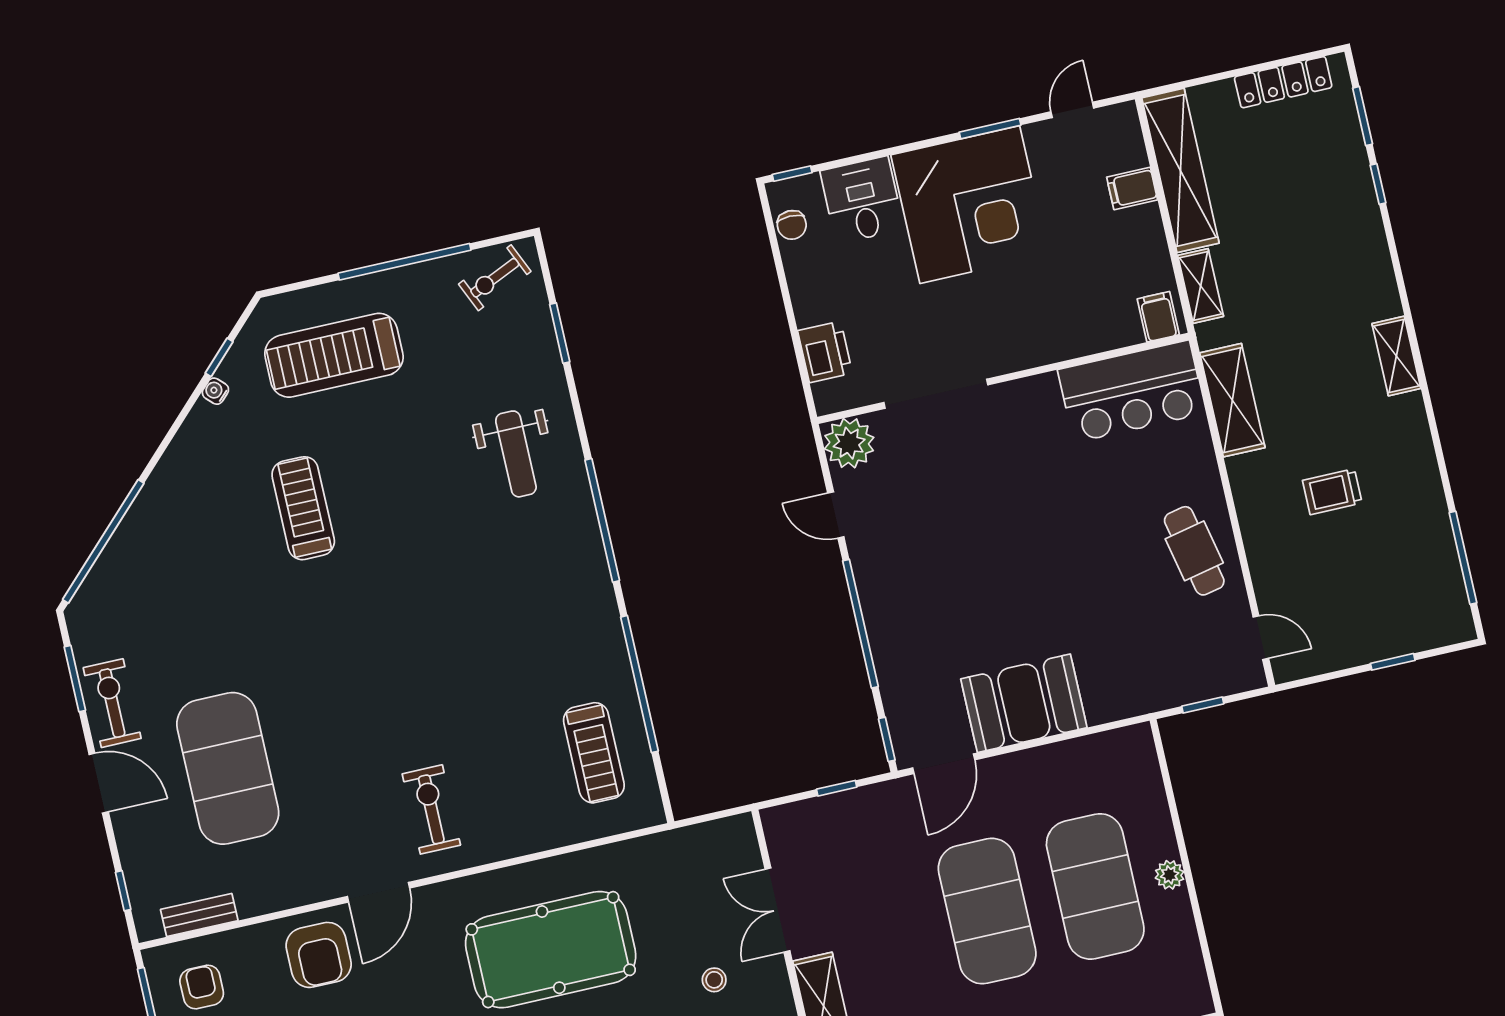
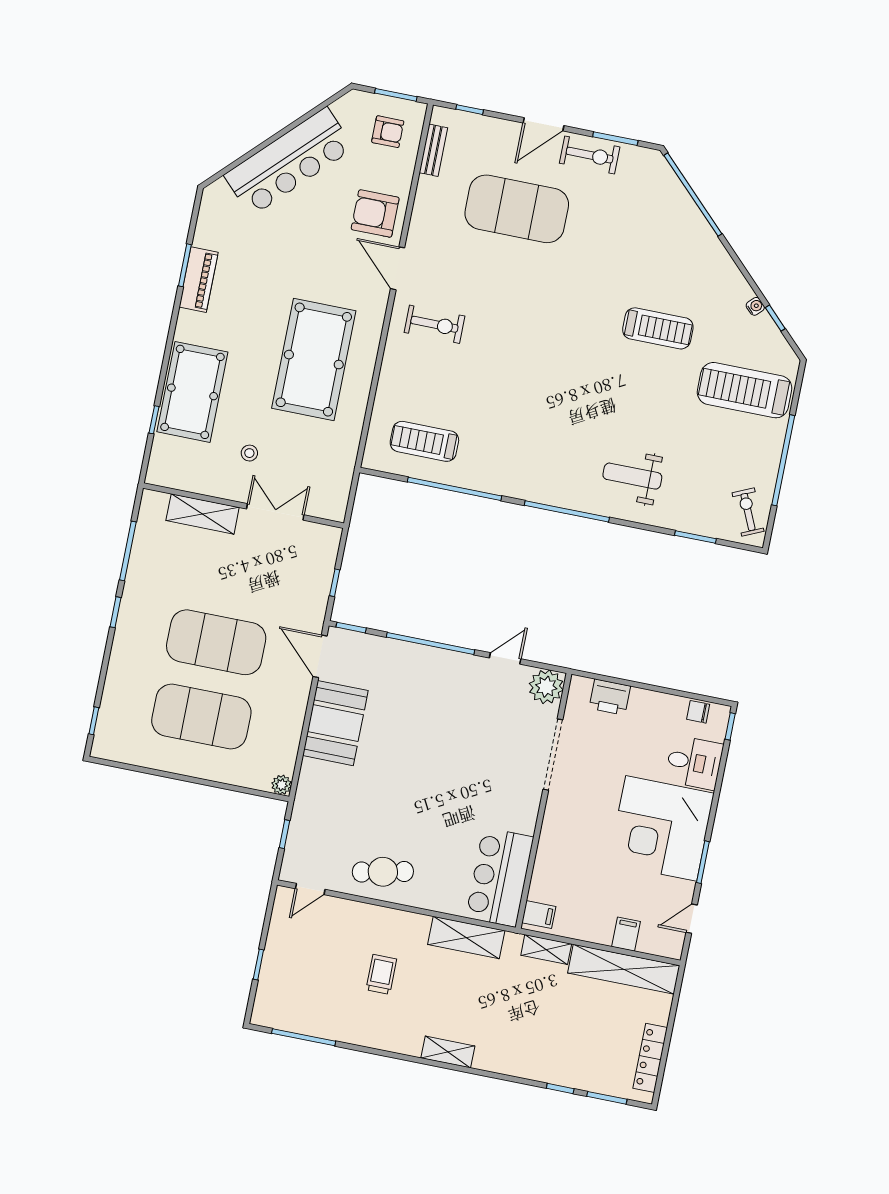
door: (1072, 110) -> (692, 919), swing flipped
treadmill: (334, 355) -> (745, 390), turned -90
plant: (1170, 875) -> (282, 785), moved

